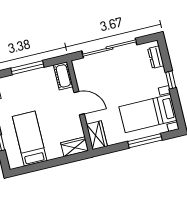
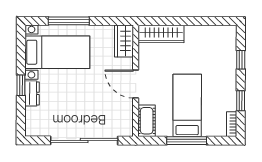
dresser: (156, 57) -> (32, 93), moved
bed: (30, 139) -> (187, 105), moved, turned 180
wardrobe: (75, 147) -> (161, 34), width x1.50

